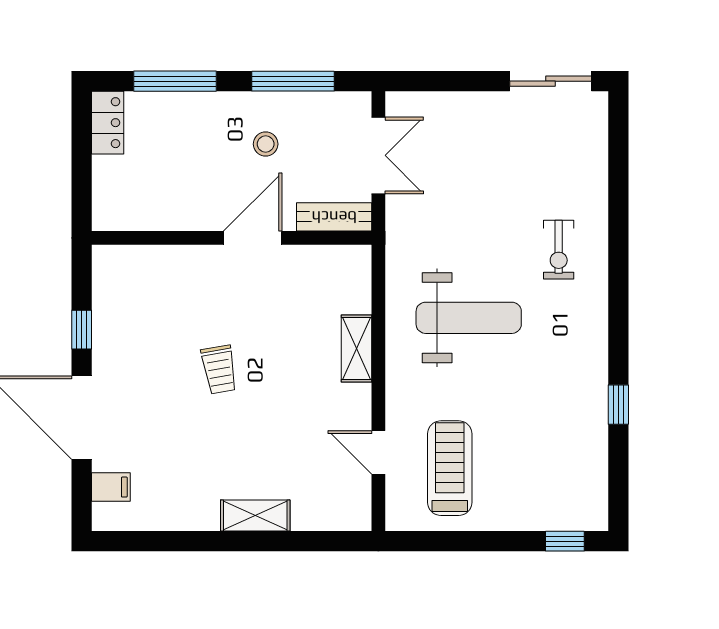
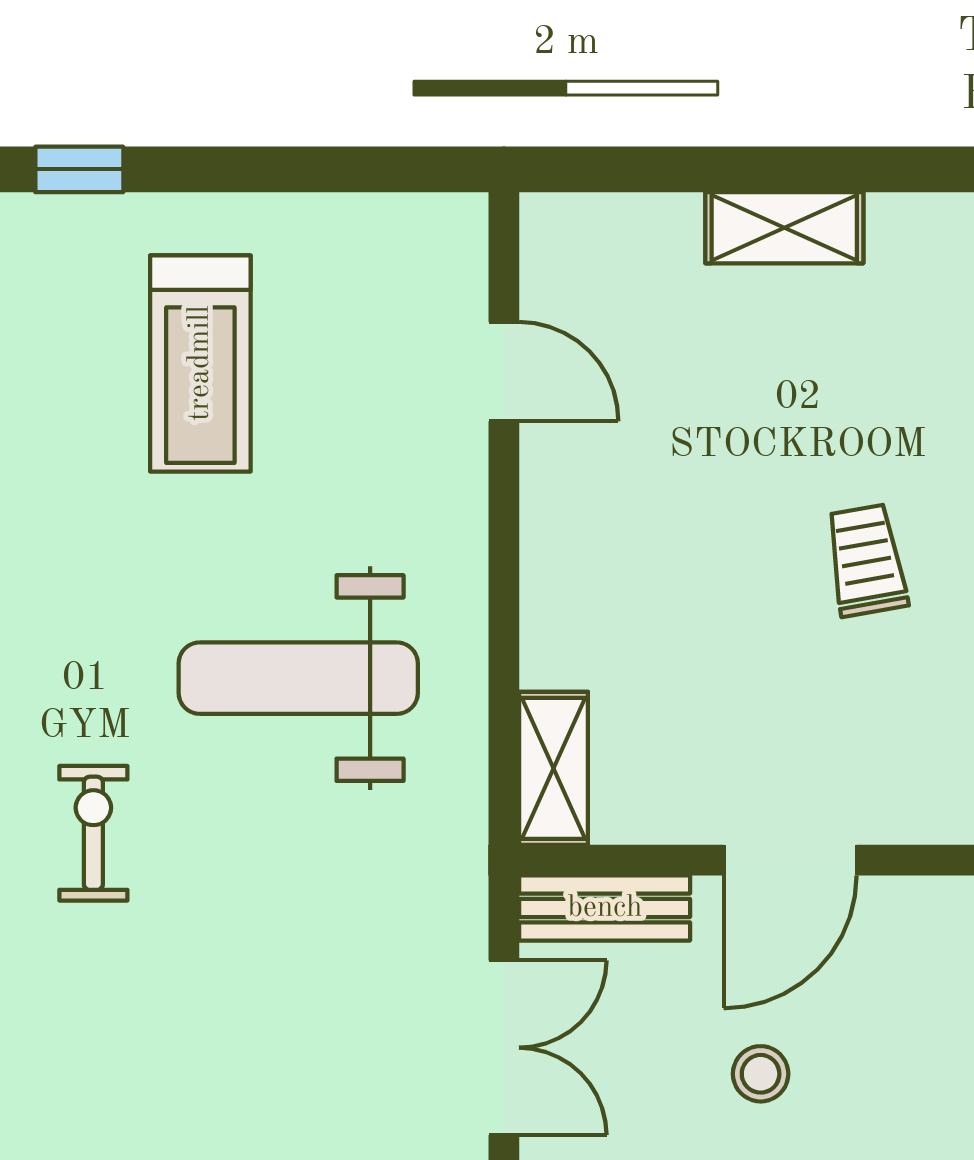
double door: (378, 155) -> (504, 1048), swing flipped
shelving: (357, 349) -> (554, 768), moved
treadmill: (450, 468) -> (200, 363), moved

